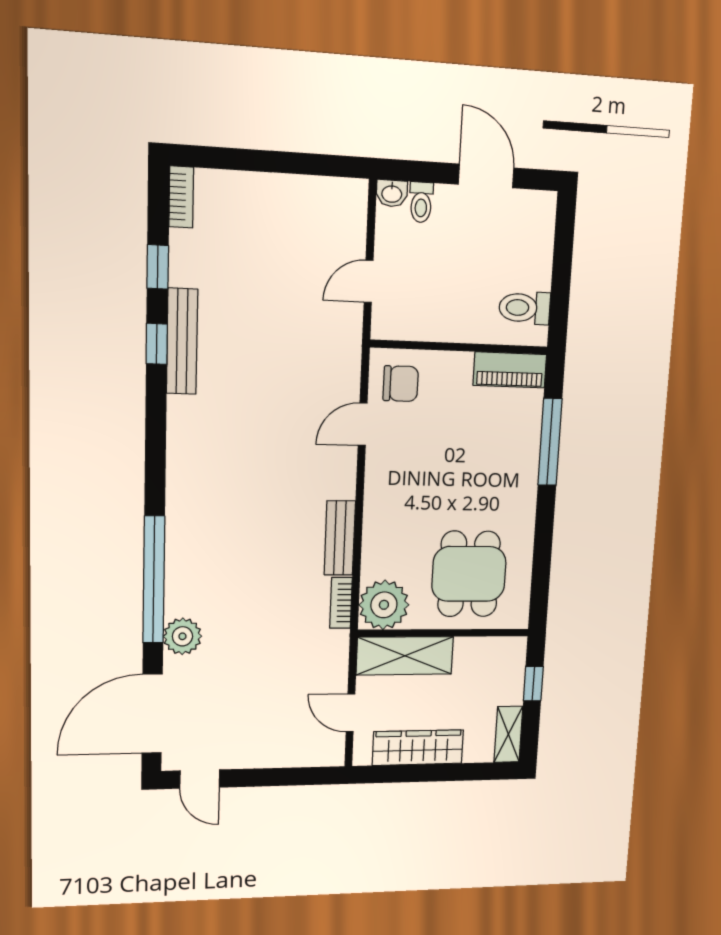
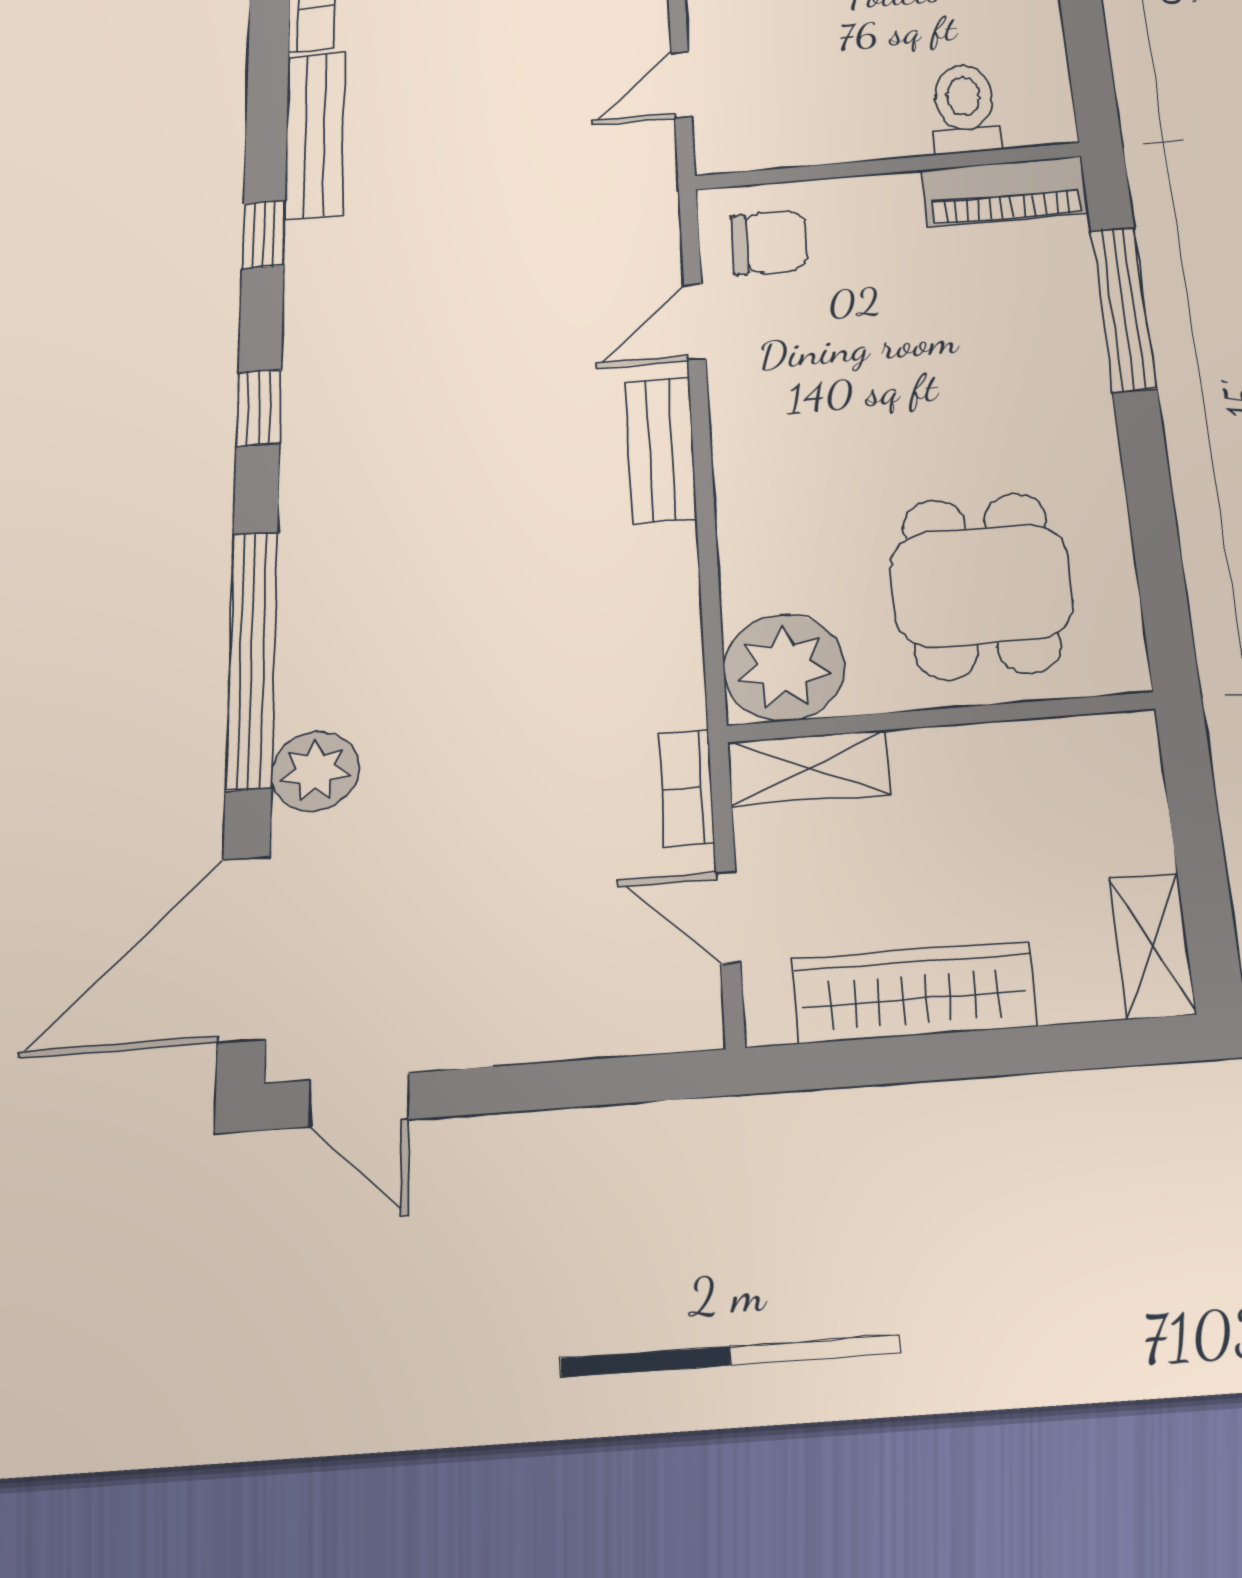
window: (158, 267) -> (259, 408), moved
toilet: (525, 308) -> (965, 108), moved, turned 90
bench: (182, 341) -> (315, 135), moved
bench: (340, 538) -> (661, 450), moved
bookcase: (341, 603) -> (687, 788), moved
shelving: (405, 656) -> (809, 768), width x0.67, depth x0.75
window: (533, 684) -> (1194, 817), removed

